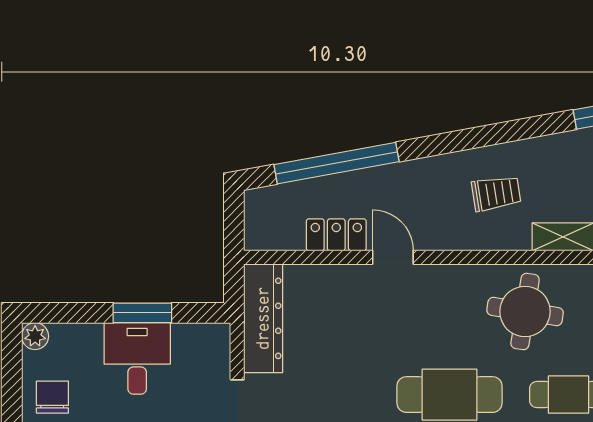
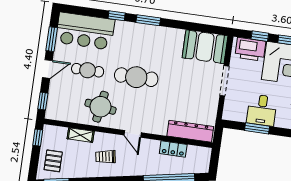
door: (393, 257) -> (133, 134), moved
dresser: (263, 318) -> (190, 131), moved, turned 90

